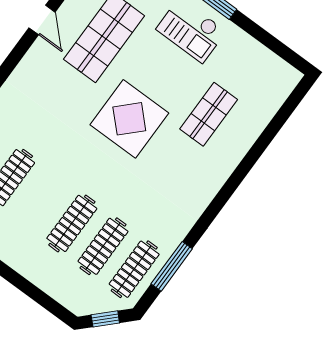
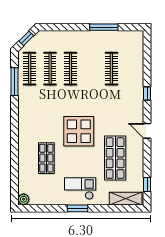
door: (42, 20) -> (147, 131), moved
plant: (289, 77) -> (24, 199), added

